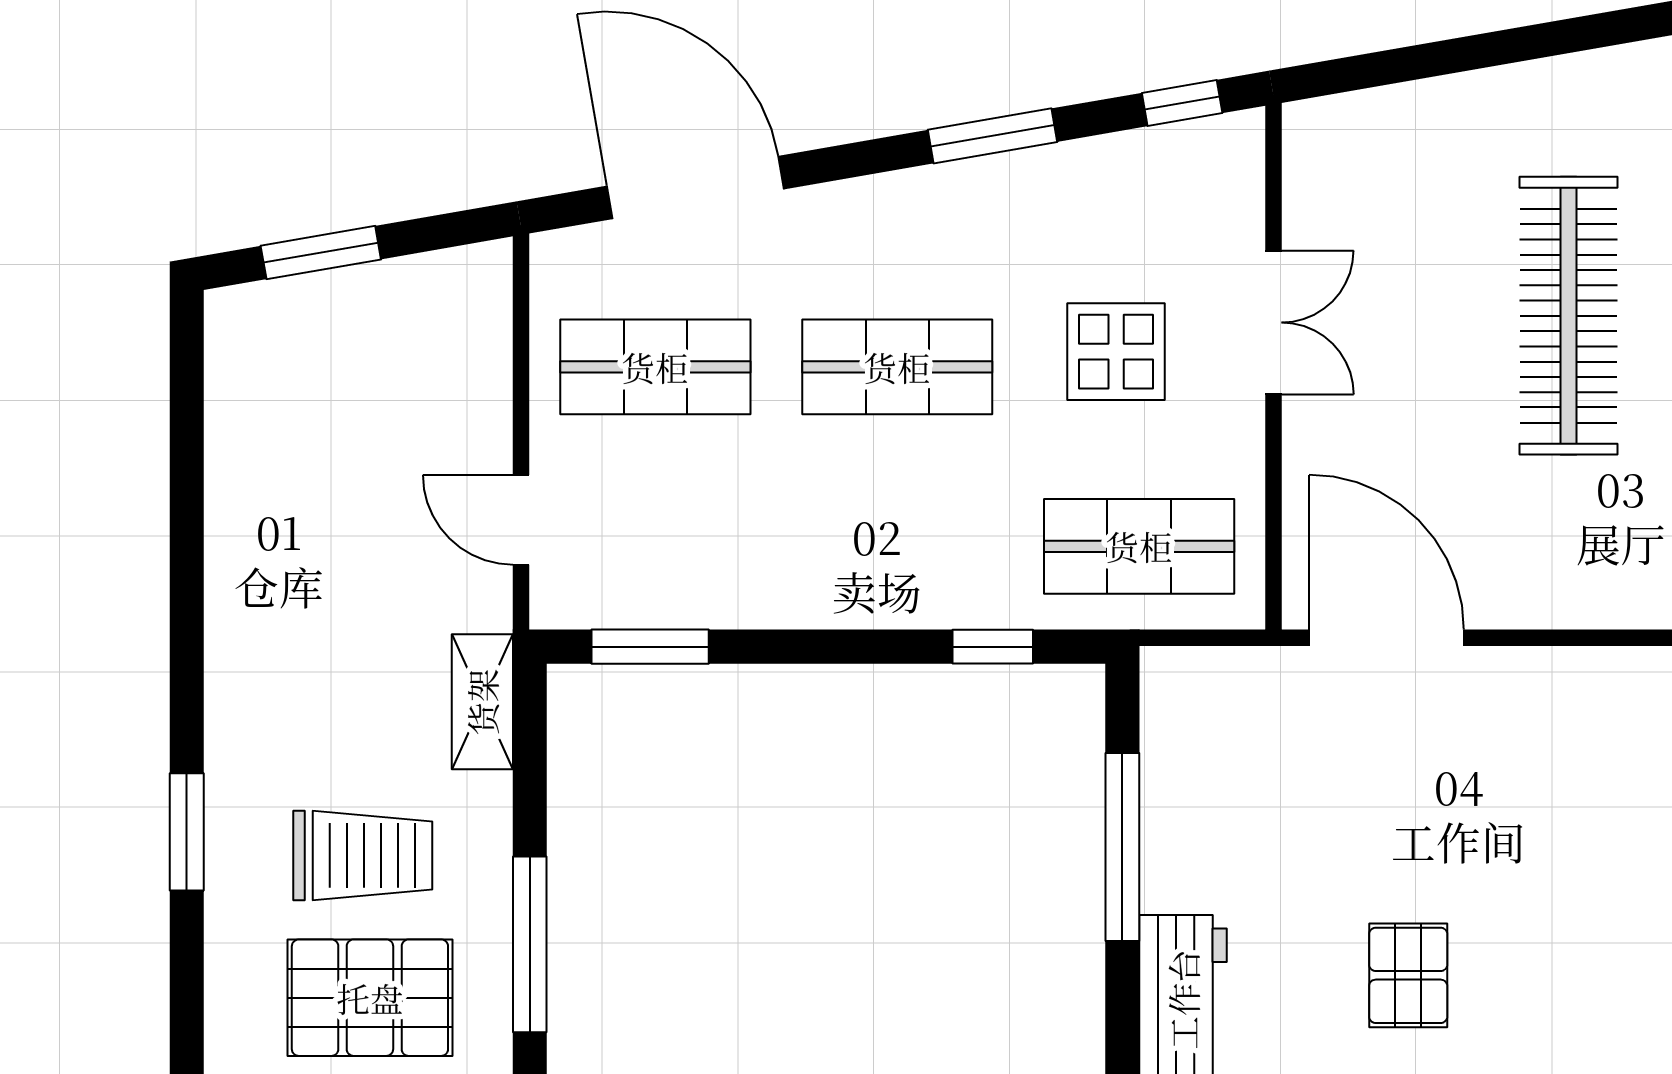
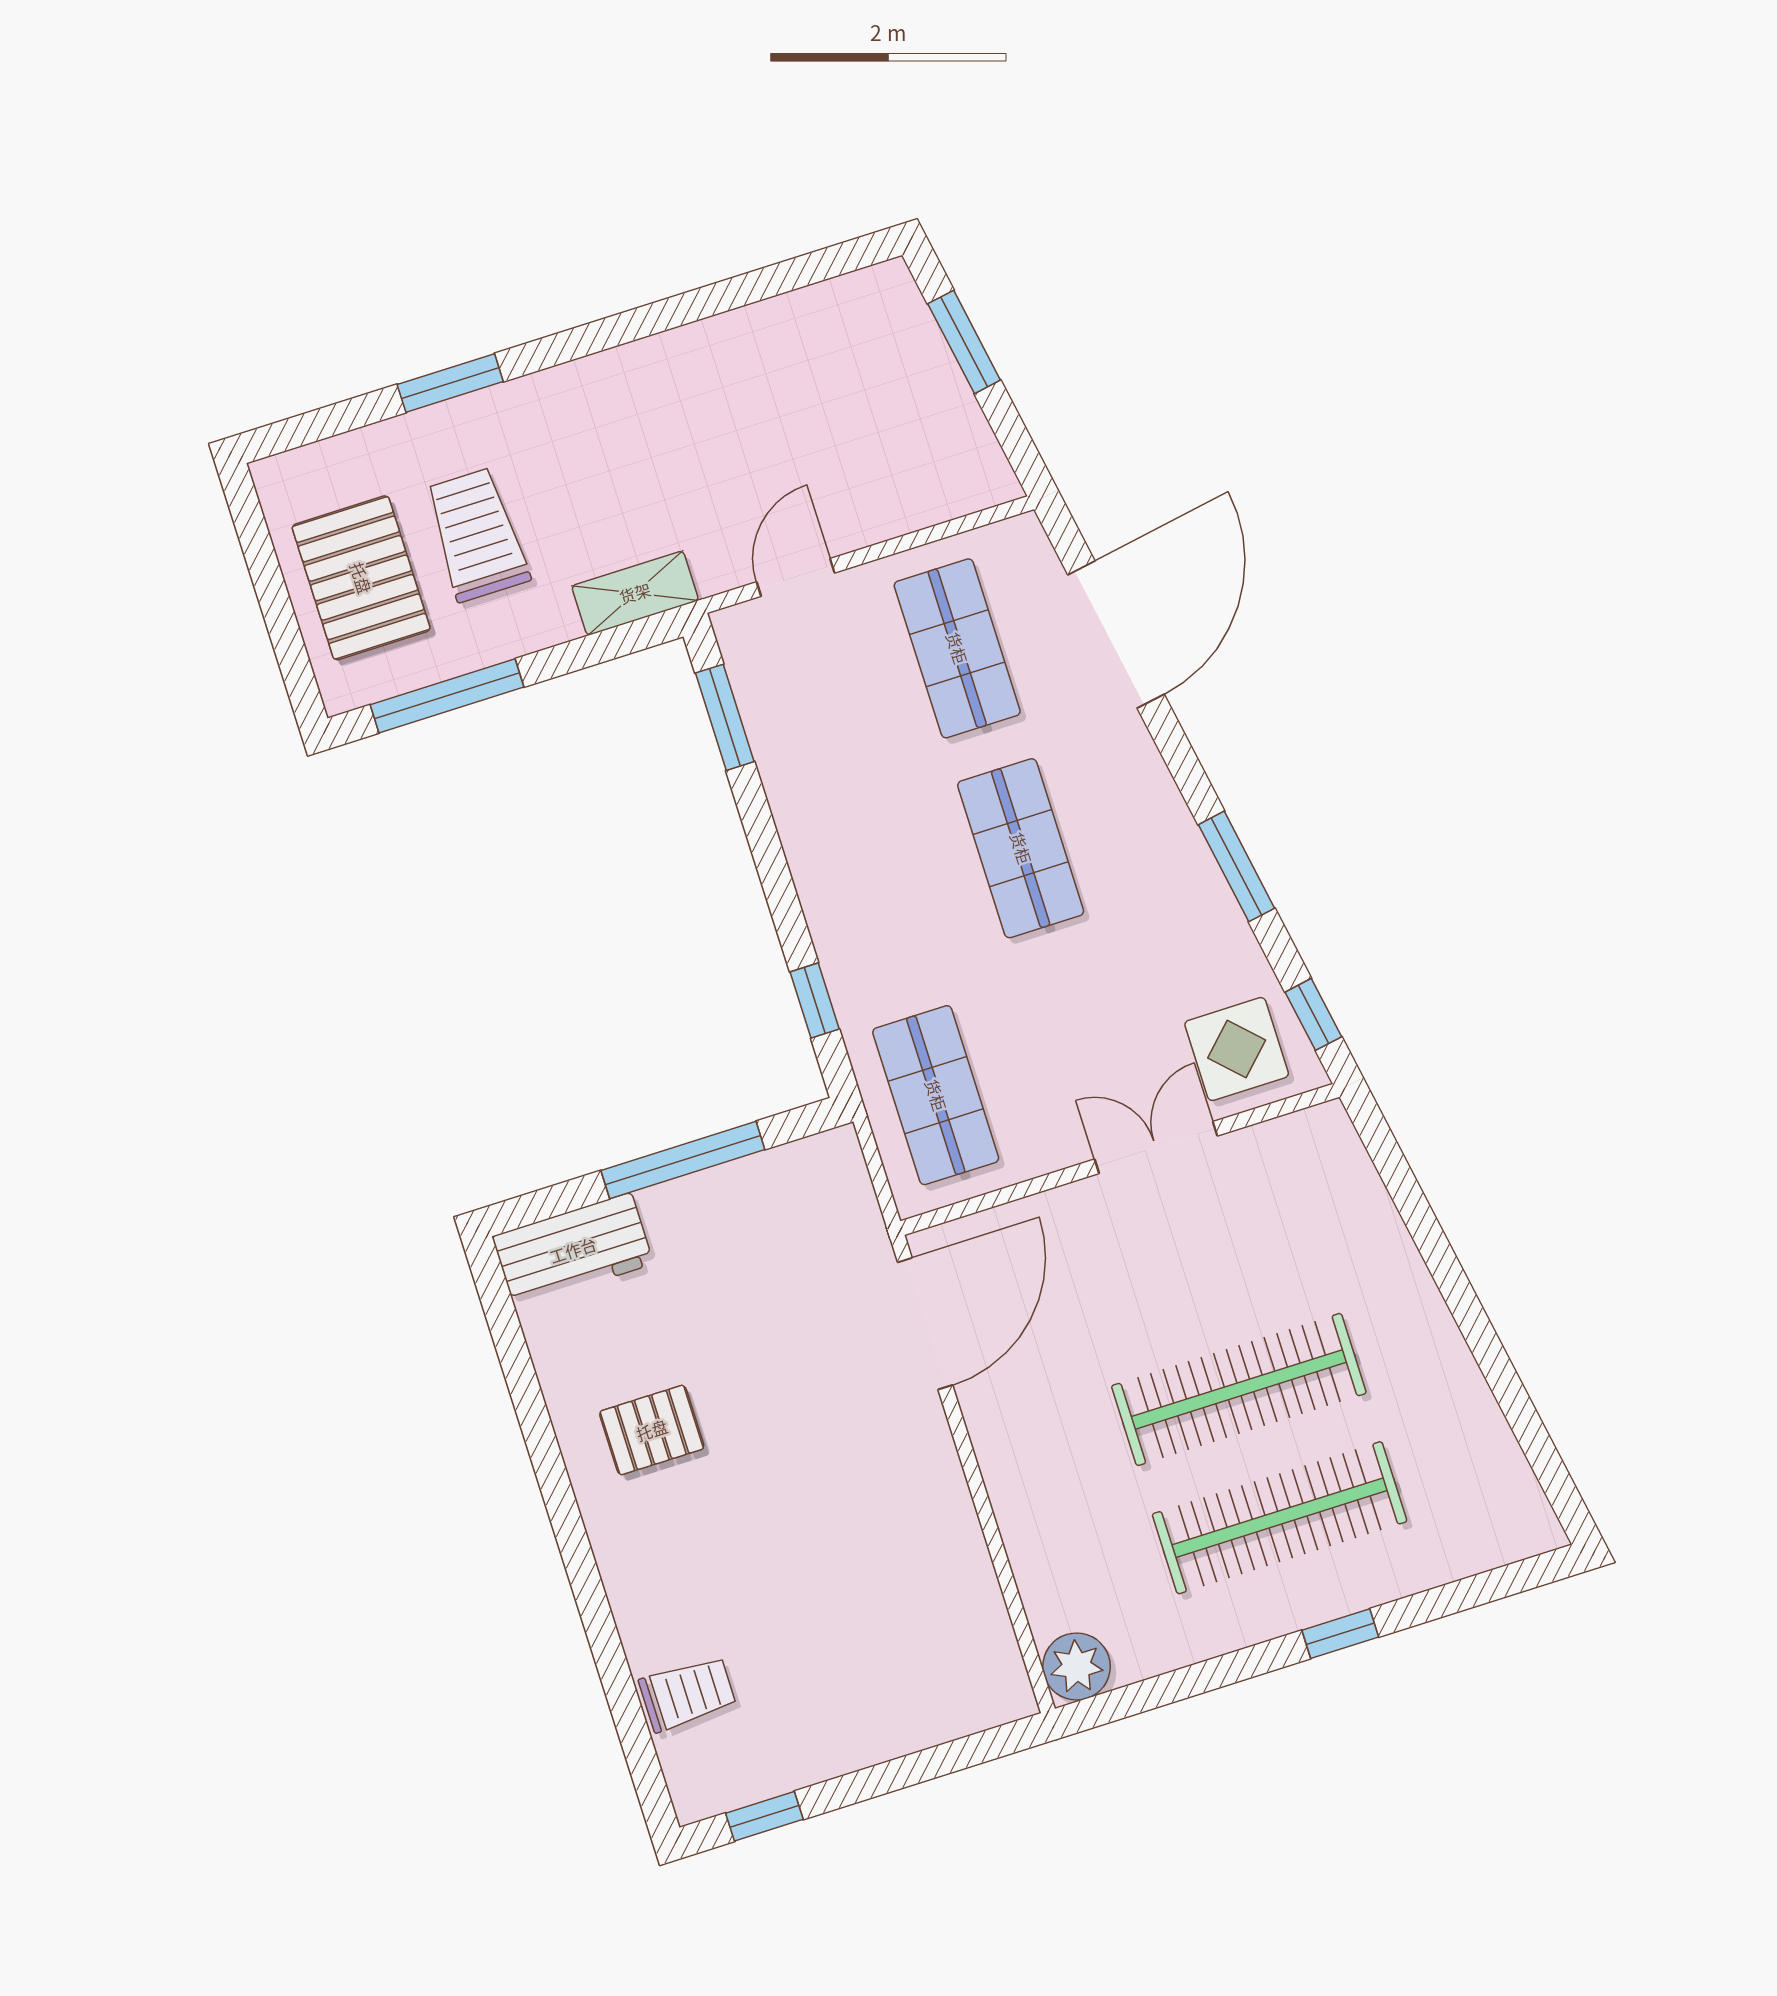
double door: (1274, 322) -> (1156, 1148), swing flipped
display table: (1116, 352) -> (1237, 1049), moved
trolley: (363, 855) -> (477, 535), turned 180

